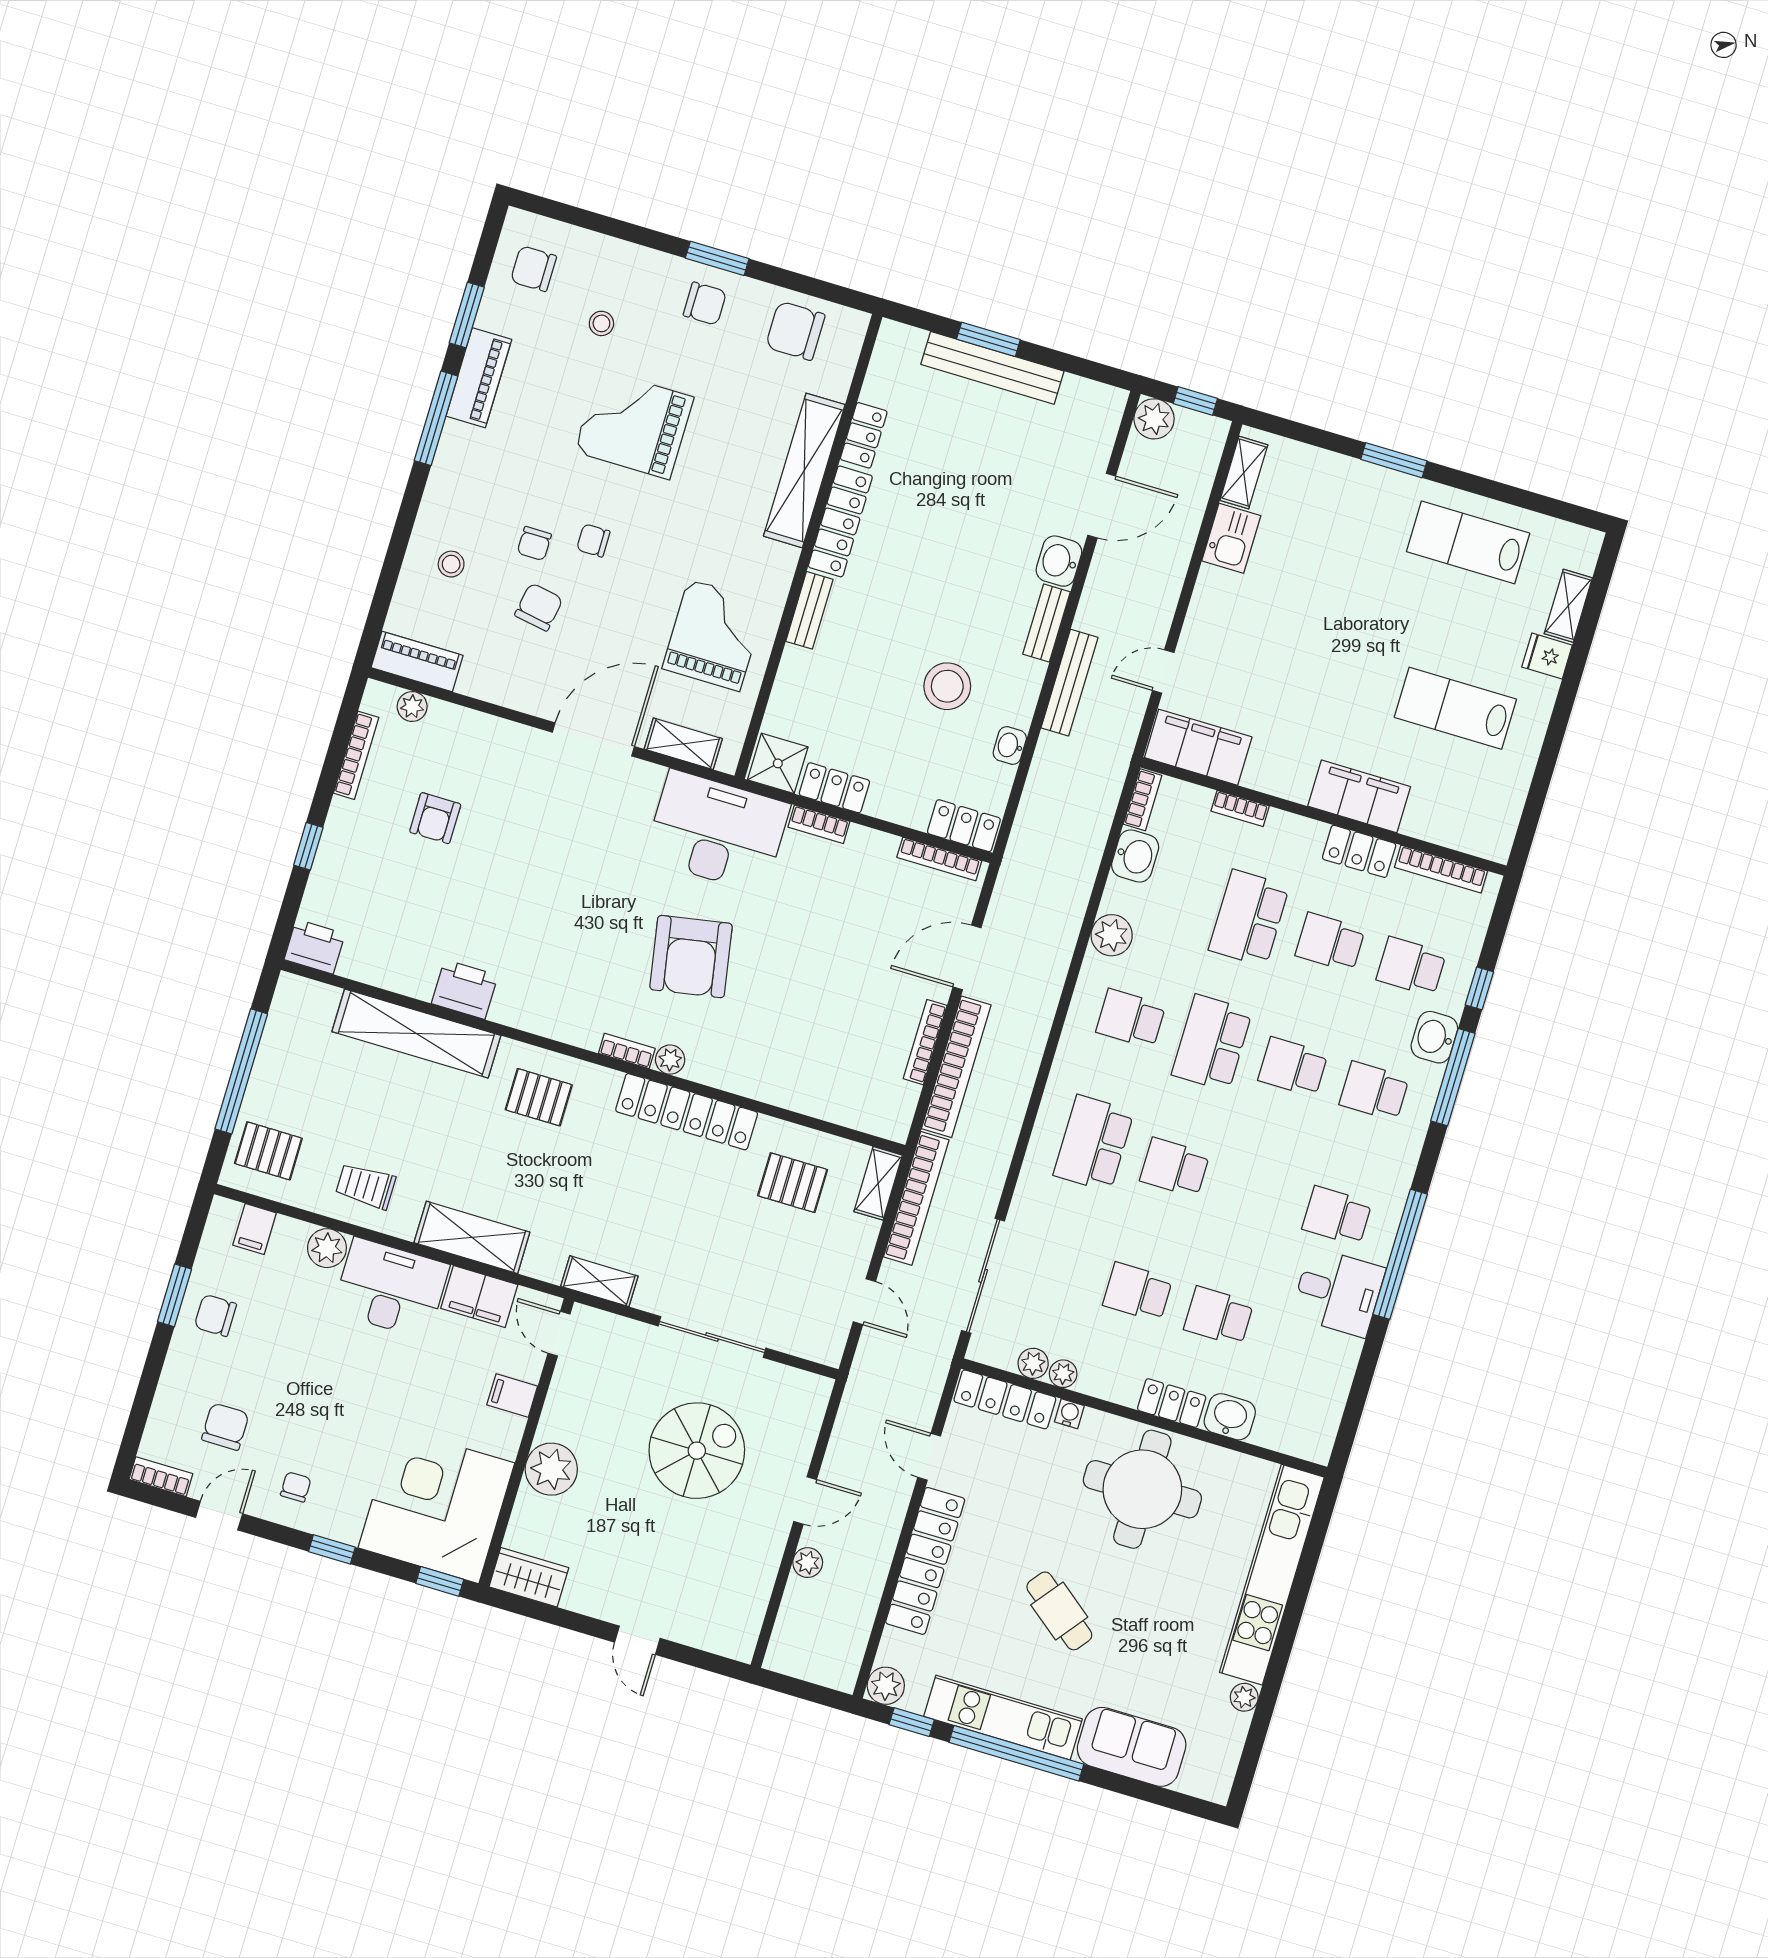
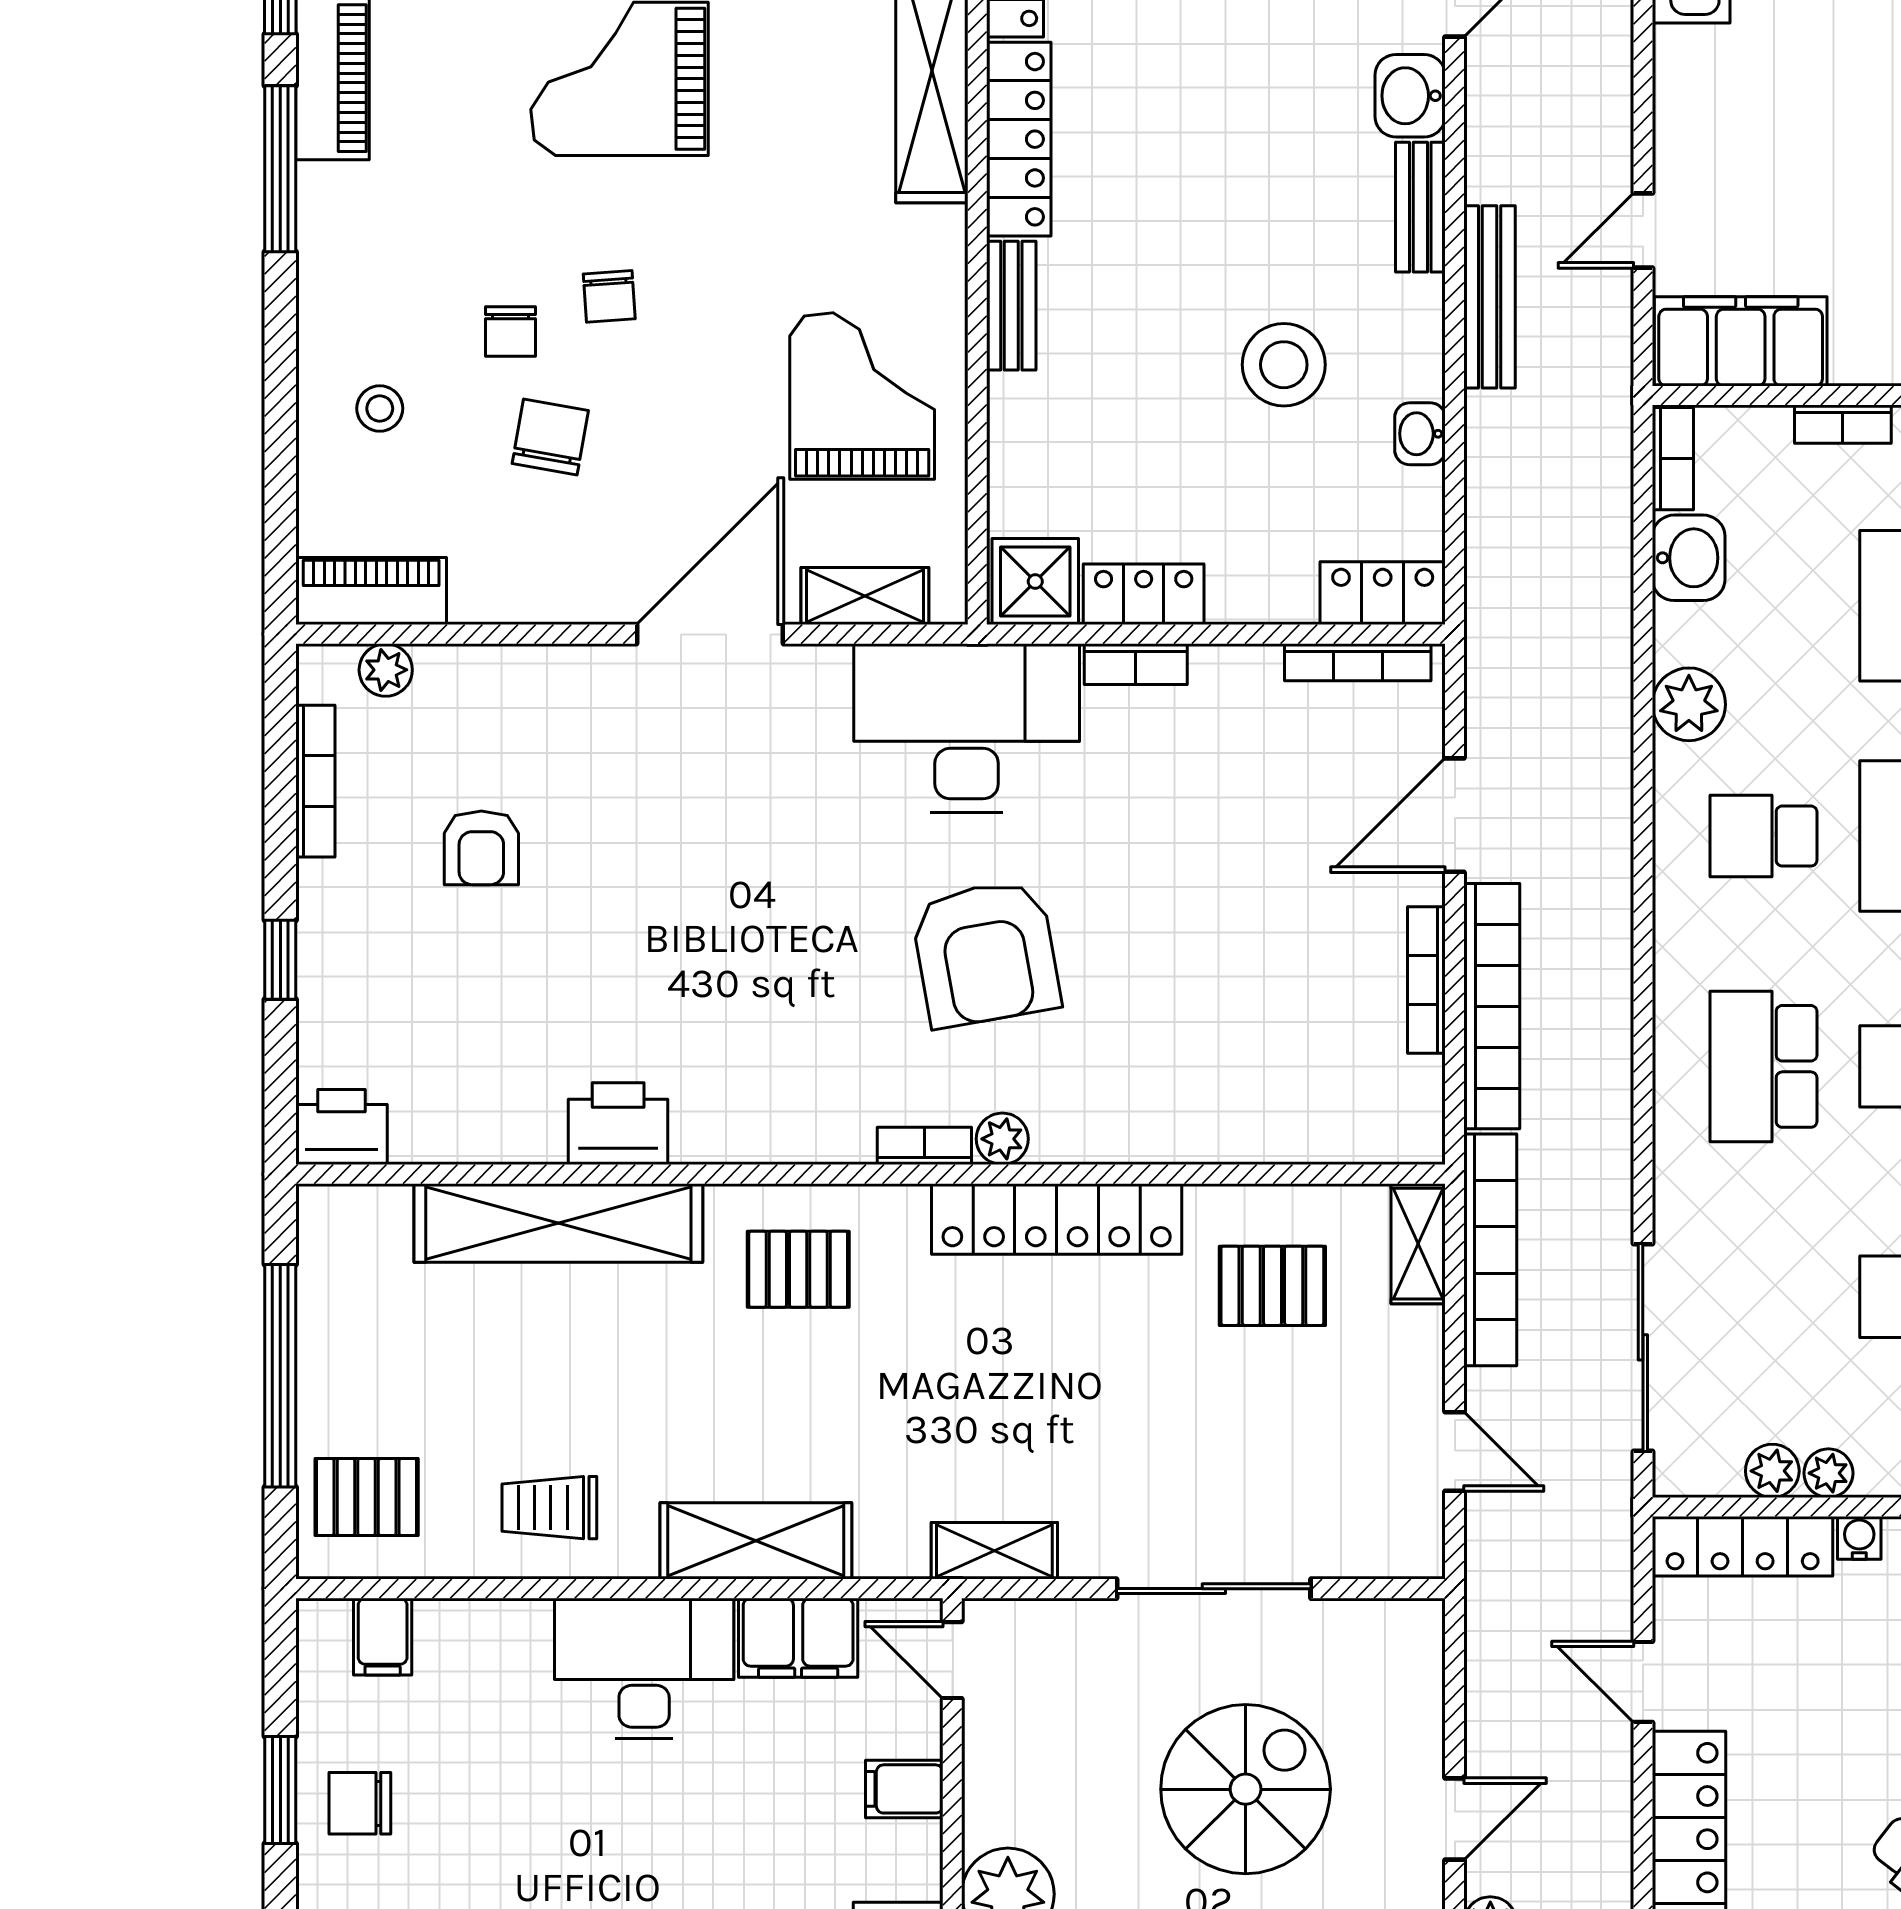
chair: (593, 540) -> (609, 296), turned -94
plant: (327, 1248) -> (515, 1632), removed

